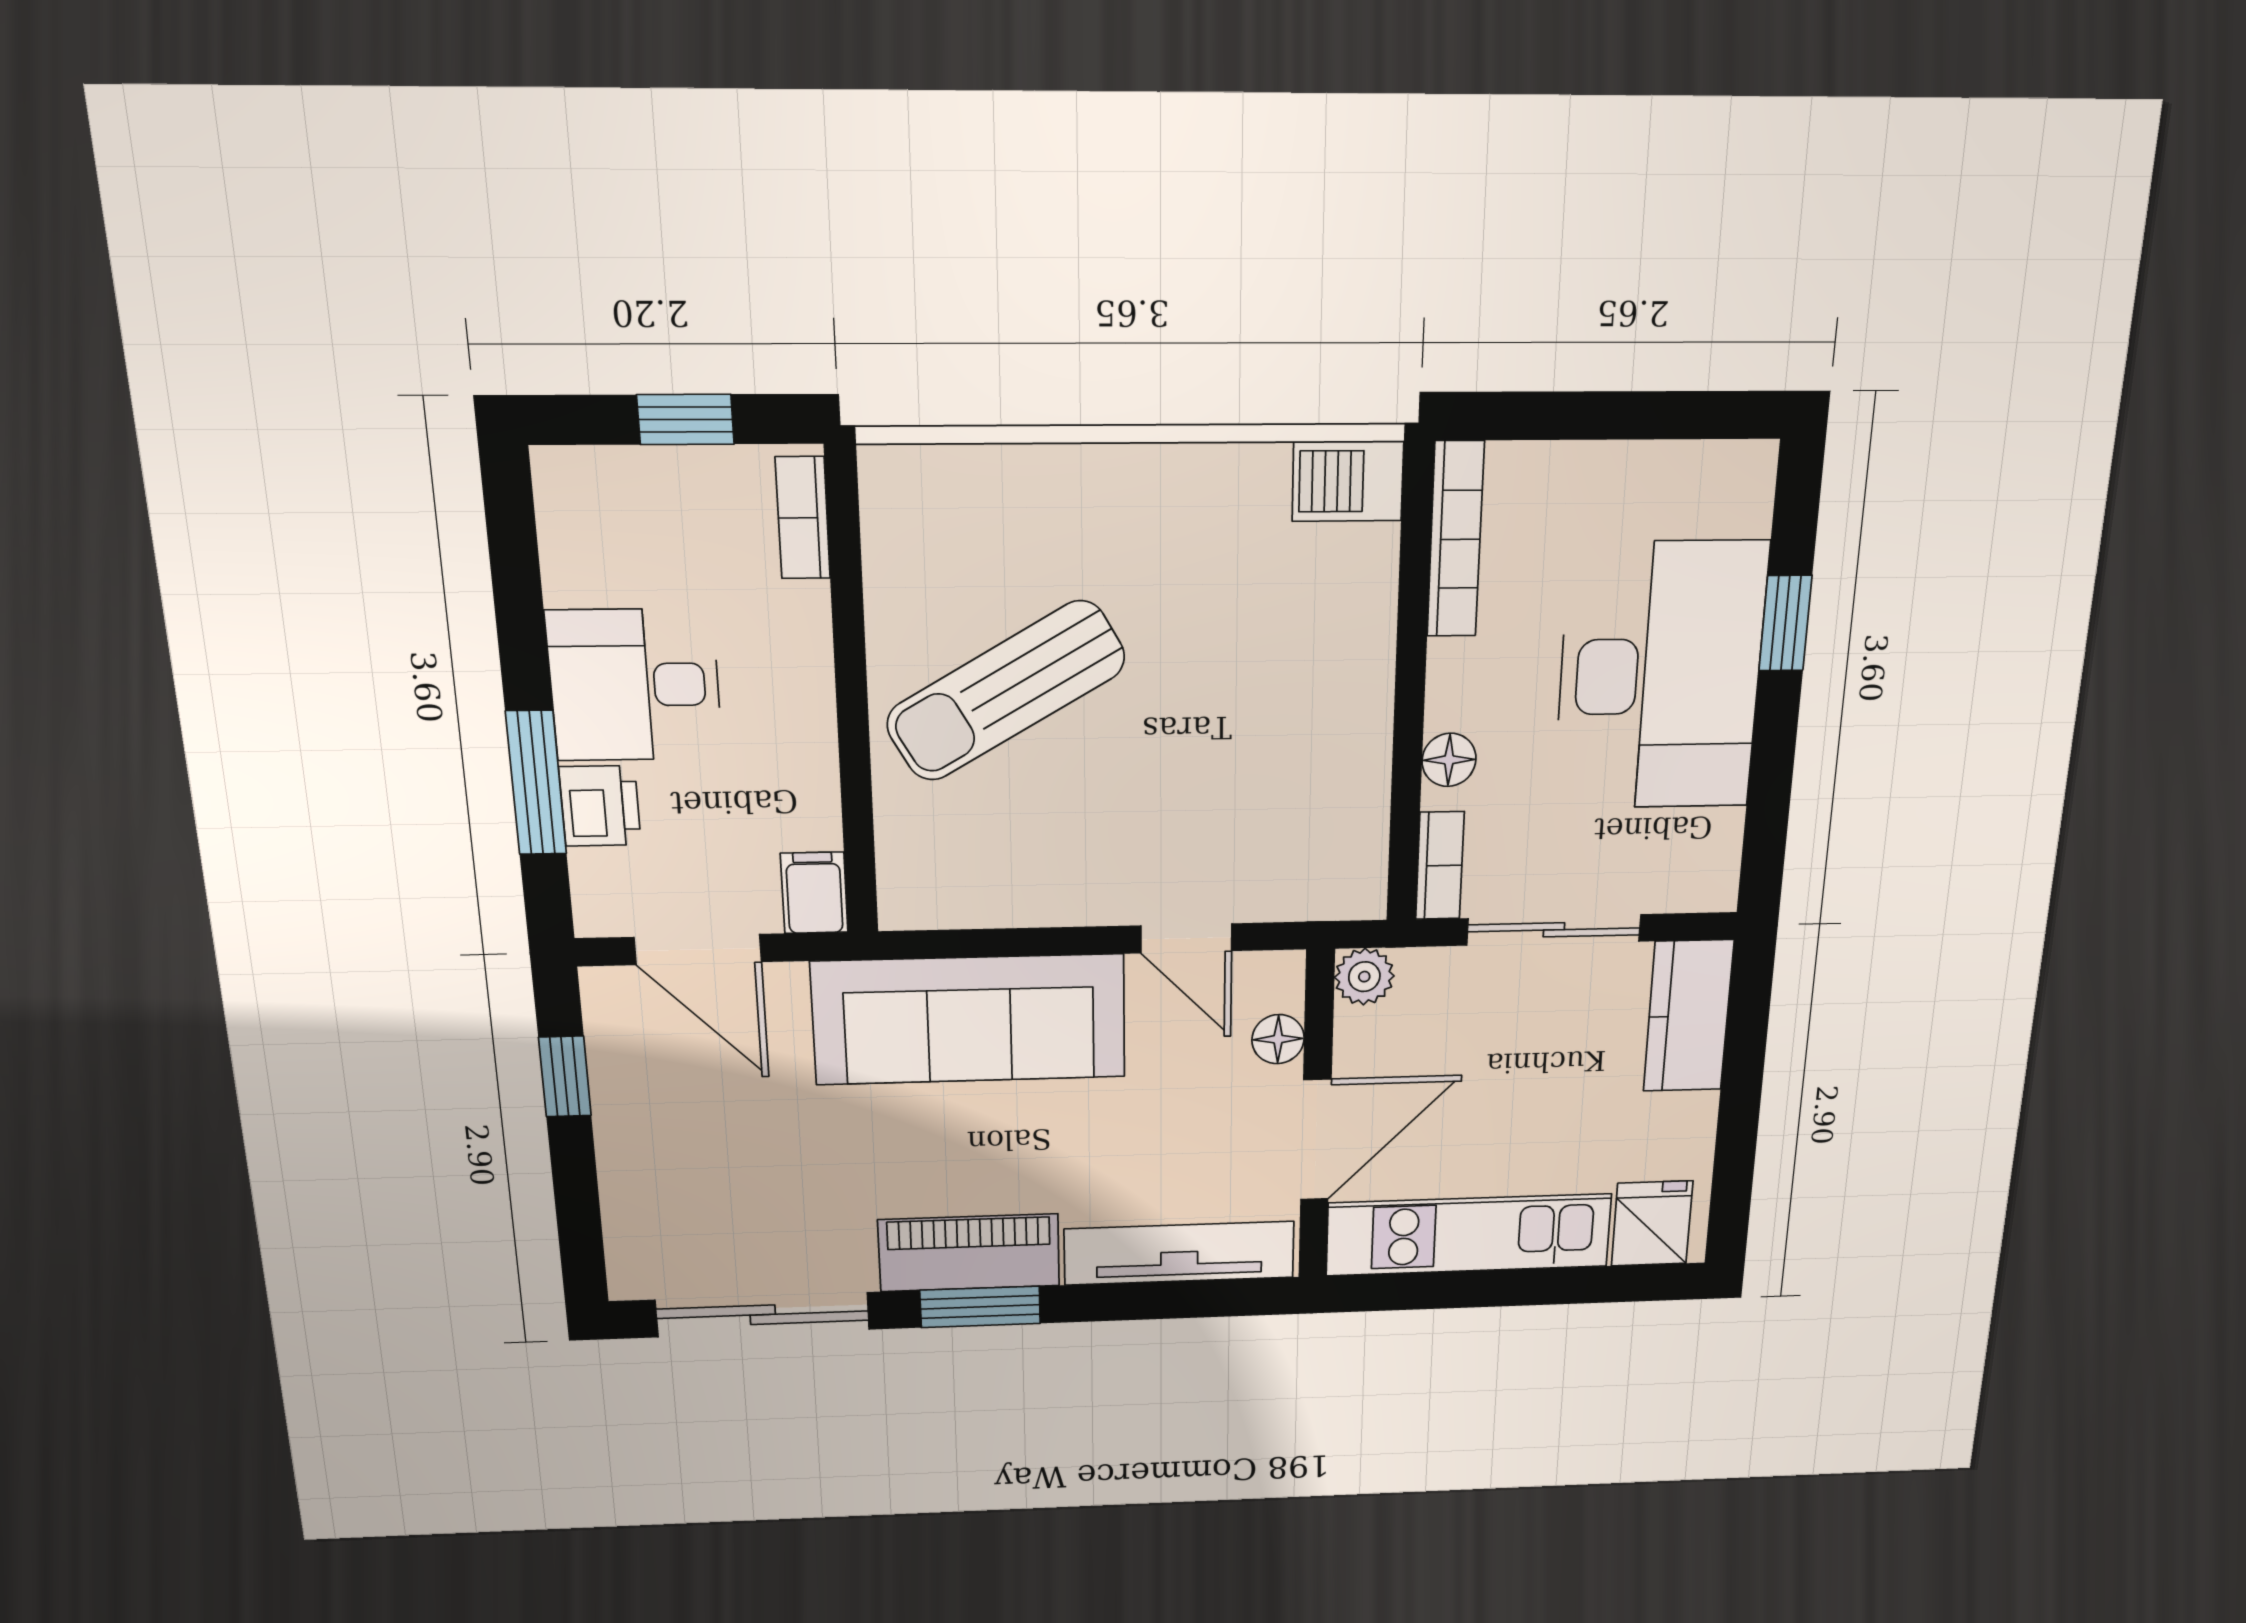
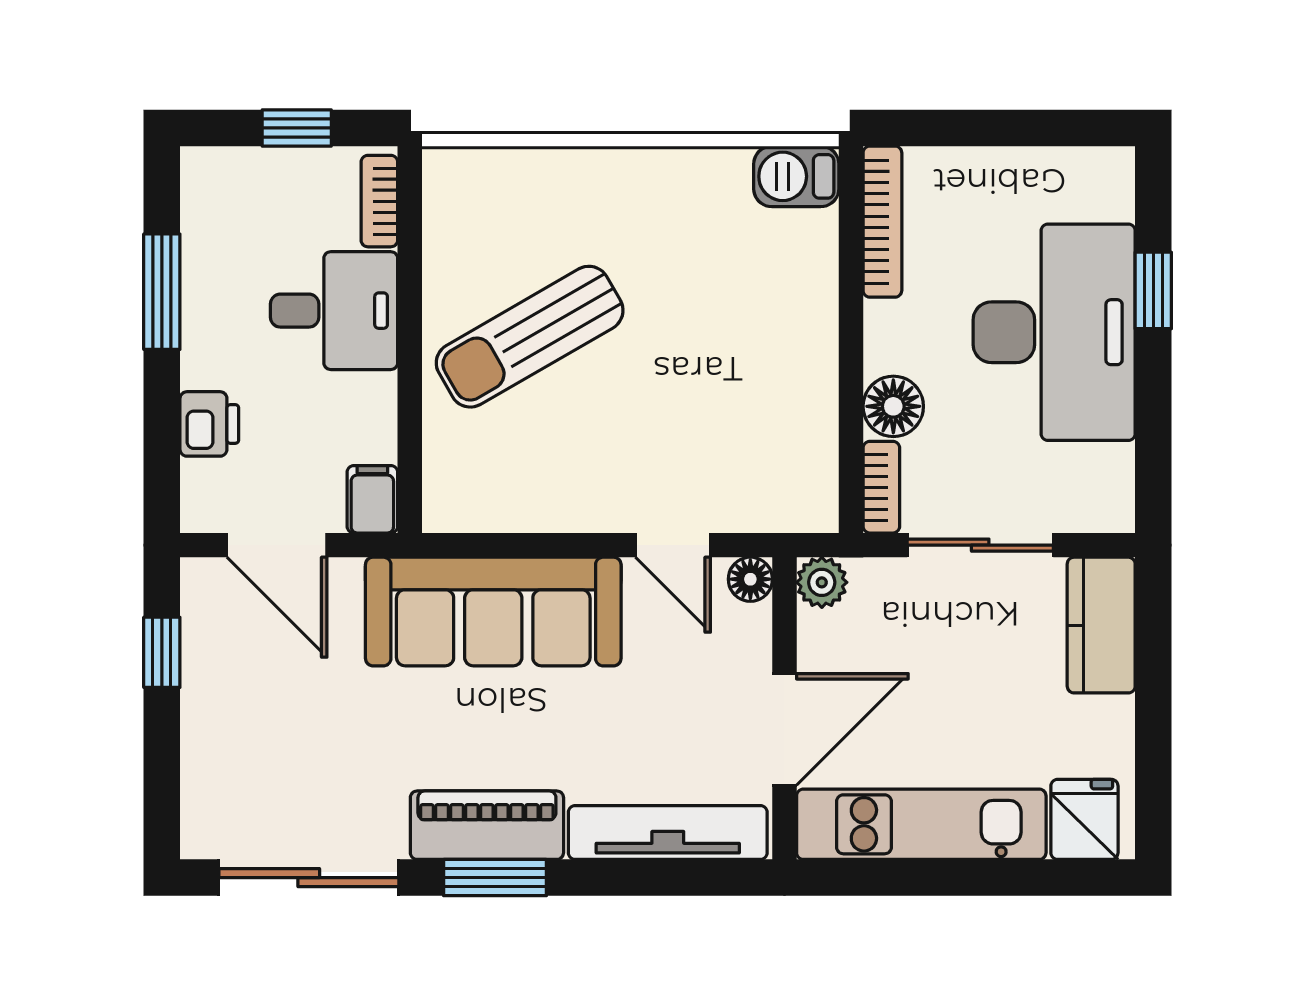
desk: (634, 685) -> (334, 311), moved, turned 180
floor lamp: (1449, 760) -> (893, 406), width x1.37, depth x1.37
window: (536, 783) -> (162, 292), moved
floor lamp: (1278, 1039) -> (750, 579), moved

